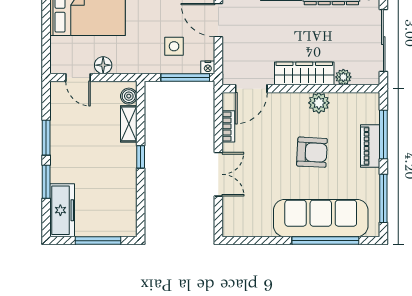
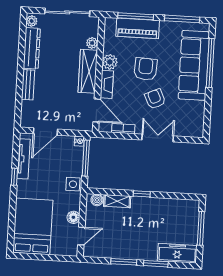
side table: (174, 46) -> (73, 184), moved
fireplace: (288, 100) -> (107, 84), added
piano: (370, 146) -> (138, 28), width x1.37, depth x1.33
armchair: (272, 168) -> (155, 99), added

